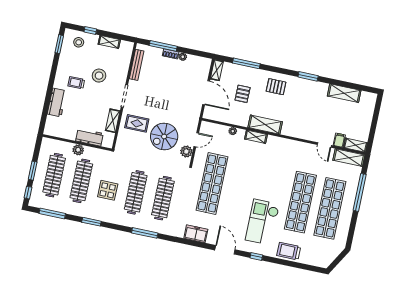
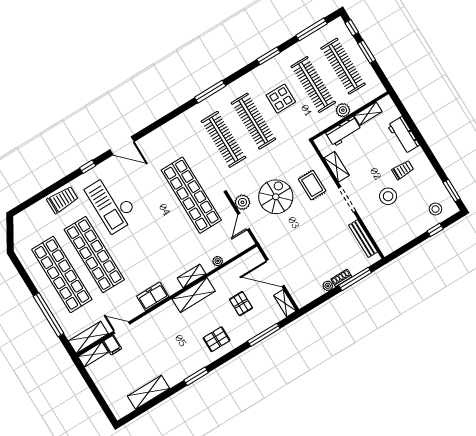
shelving: (109, 42) -> (368, 114), moved
rug: (137, 123) -> (312, 185), turned 90
checkout: (262, 222) -> (112, 204), turned 180
freezer: (196, 234) -> (153, 296), moved, turned 180

